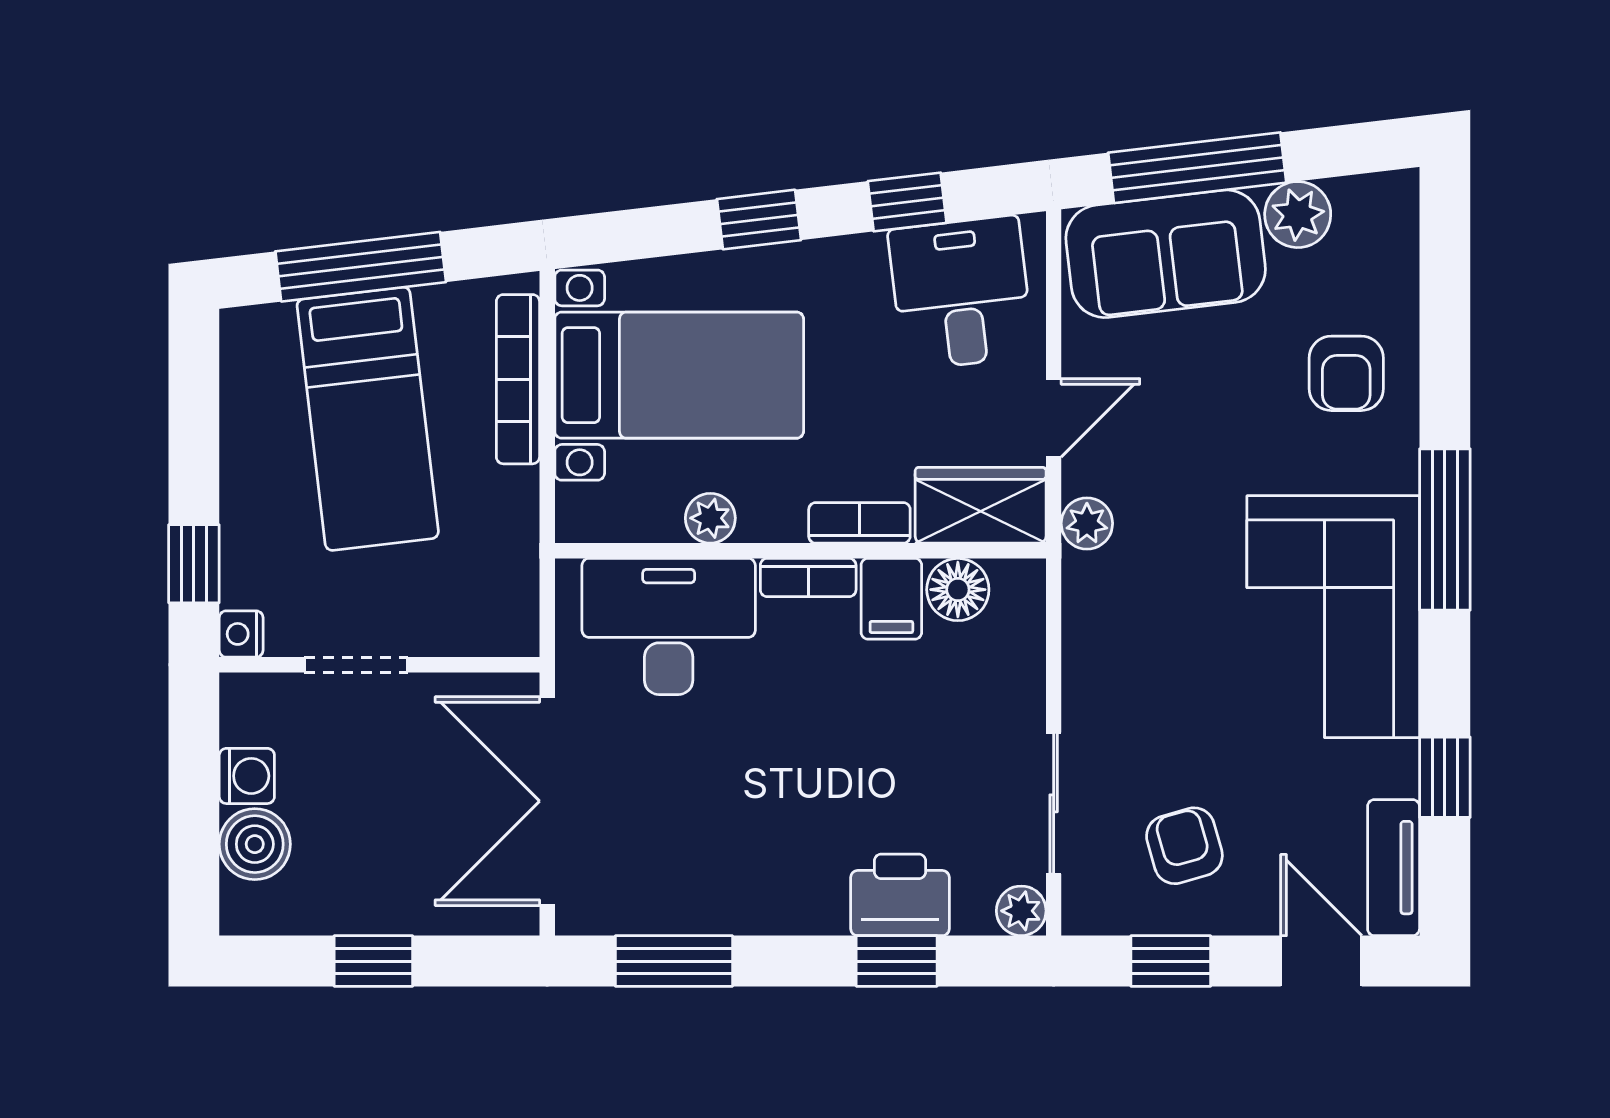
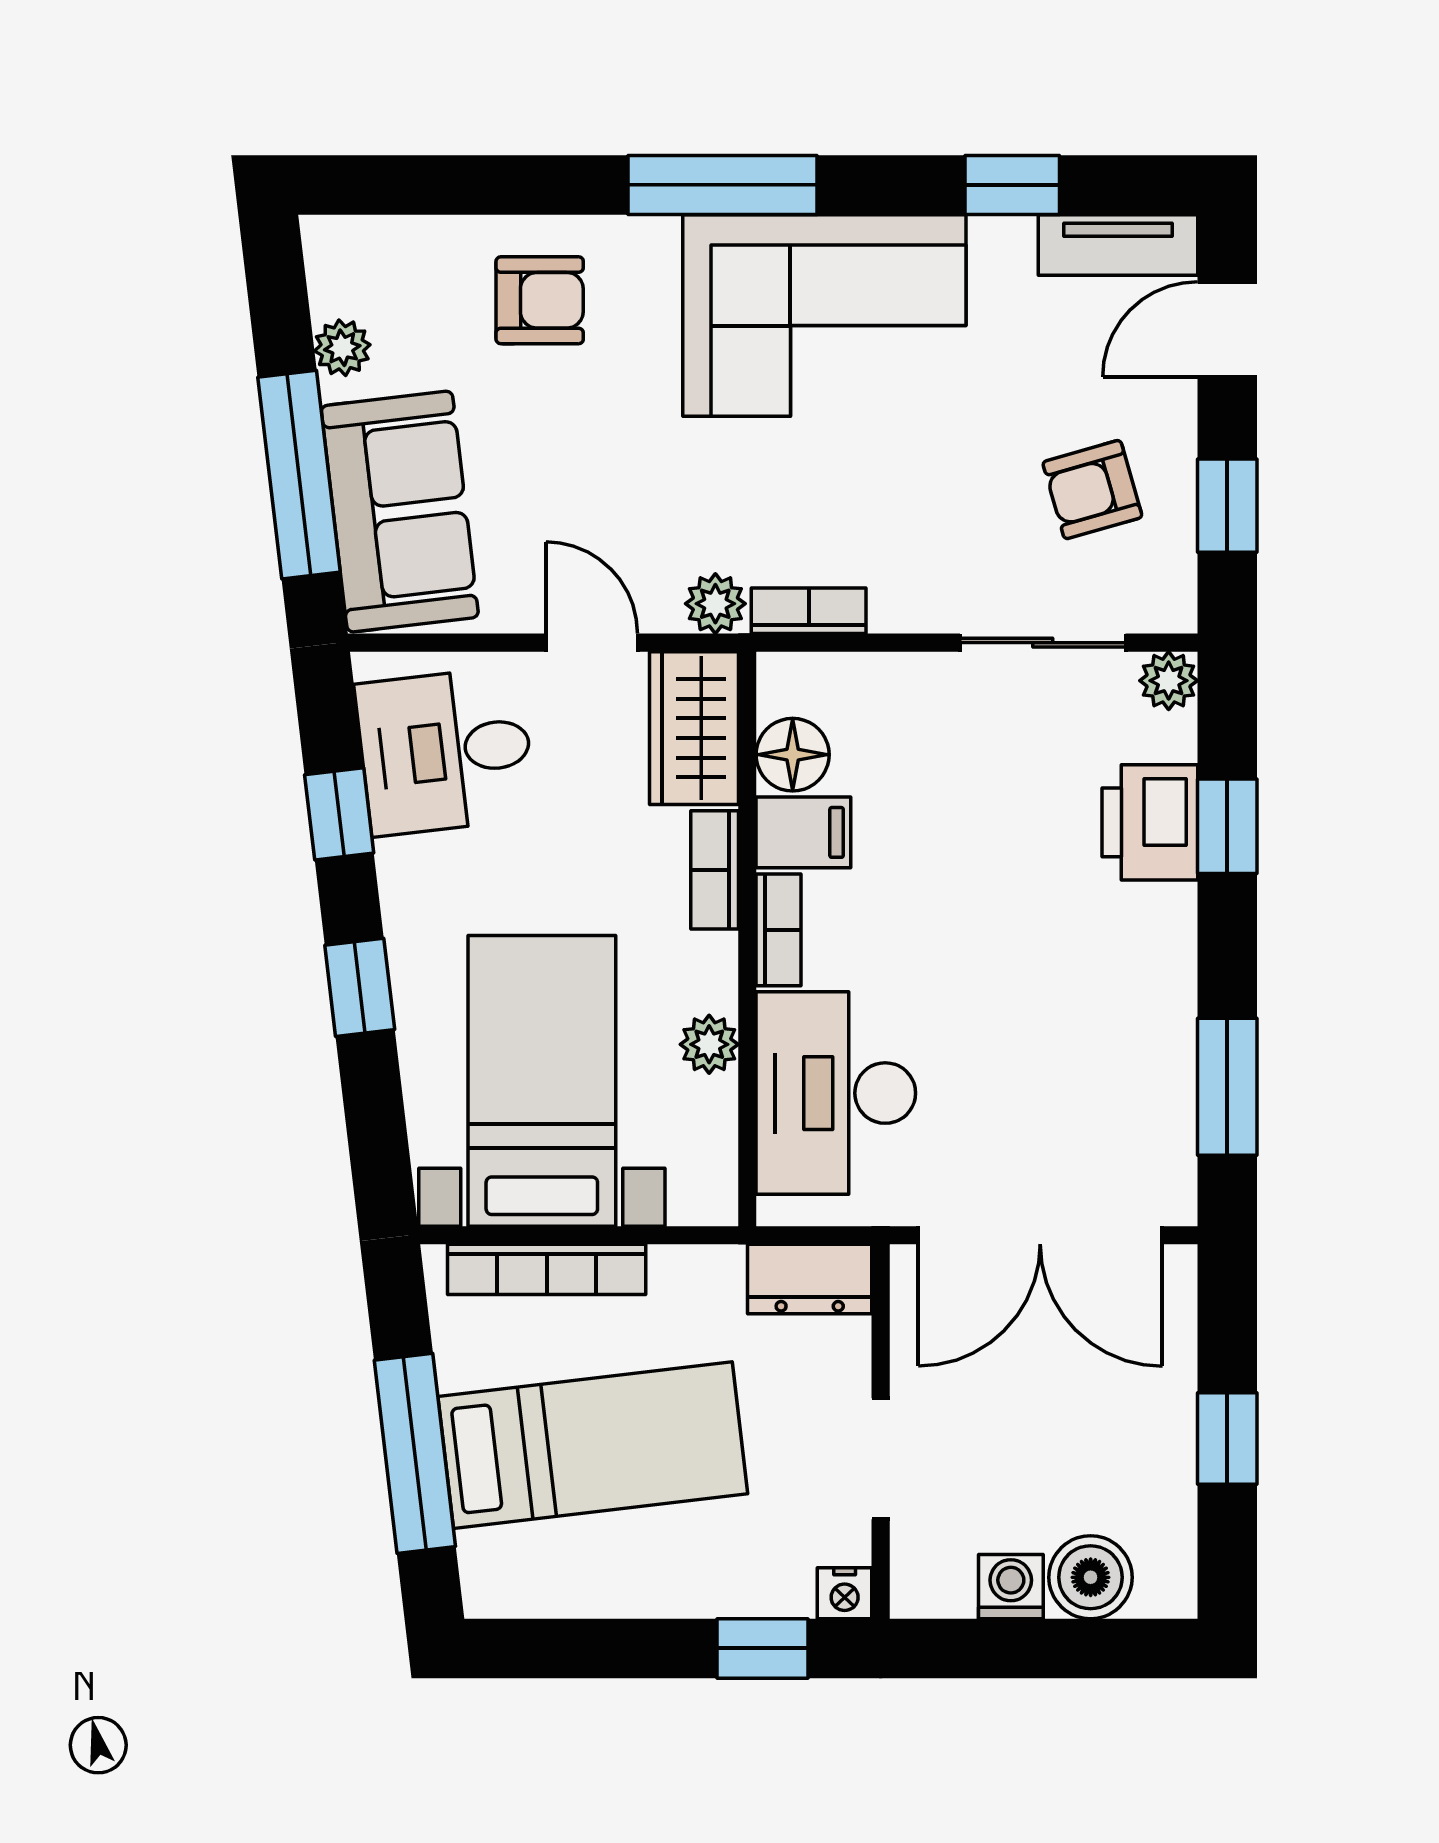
plant: (1298, 215) -> (342, 348), width x0.73, depth x0.73
bookcase: (1081, 603) -> (809, 611), added
dresser: (510, 604) -> (810, 1279), added

